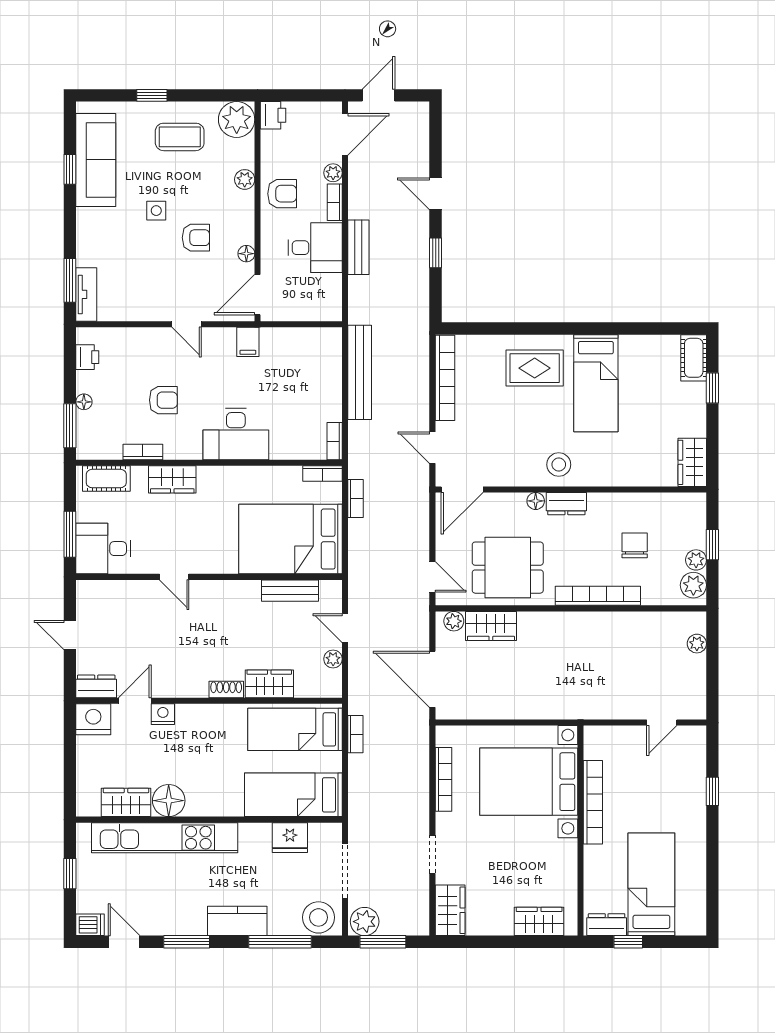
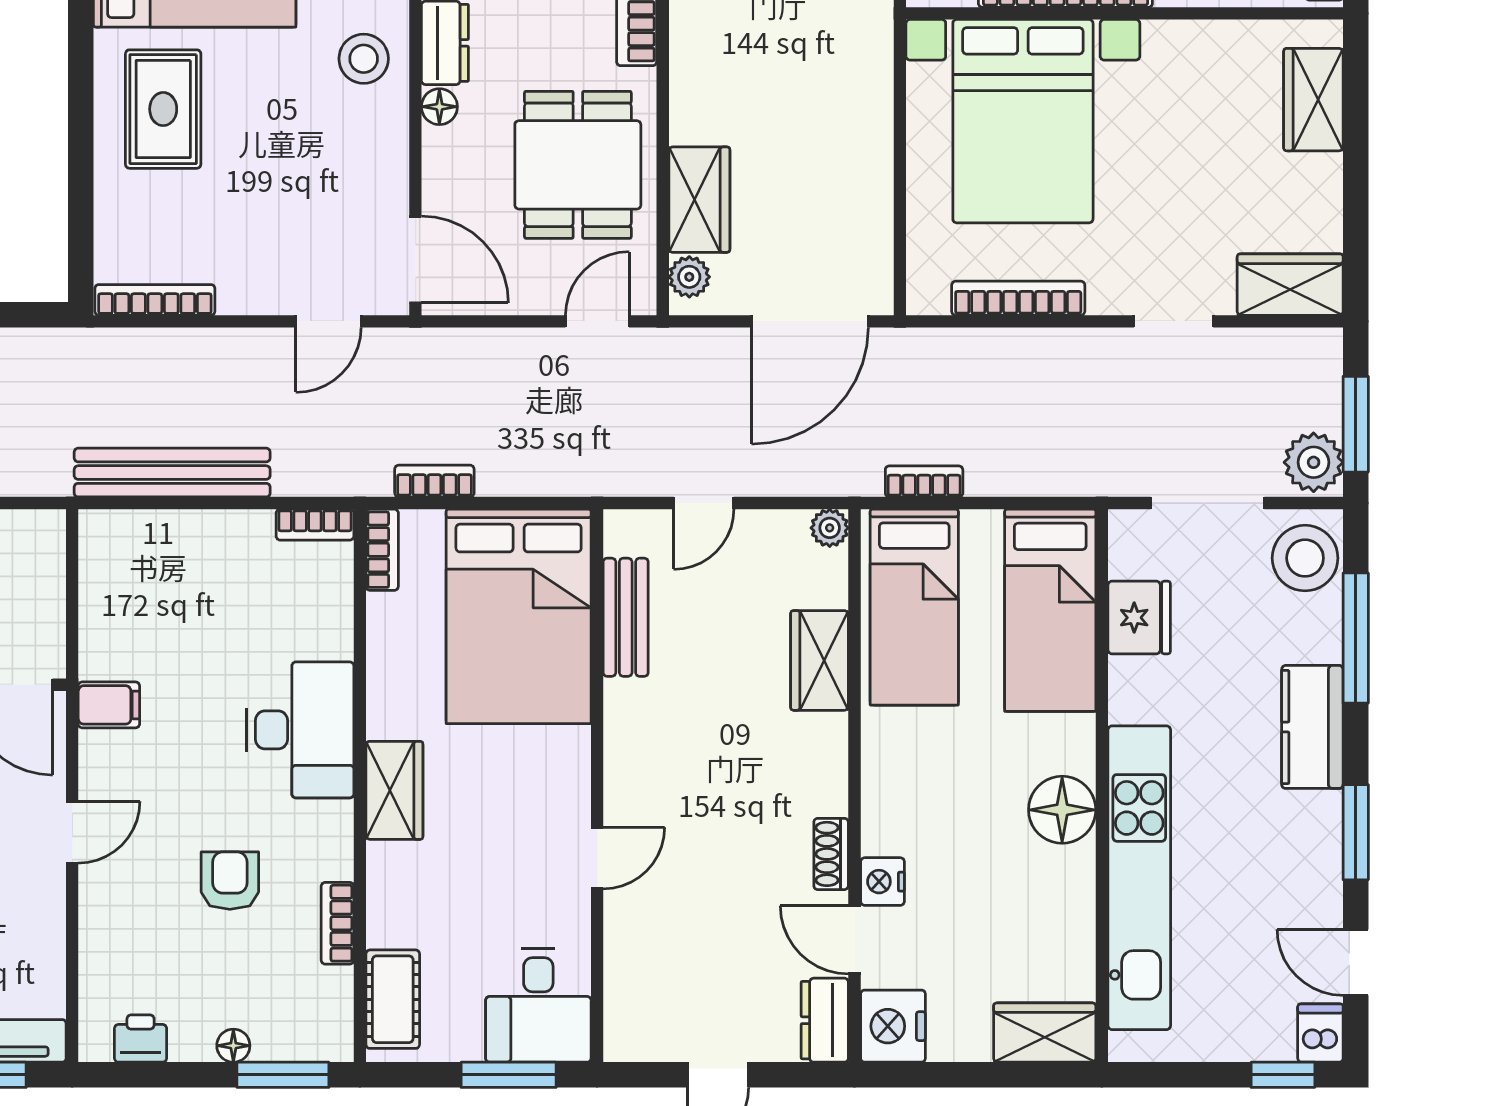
bookcase: (445, 378) -> (155, 300), width x0.68, depth x0.76
wardrobe: (172, 479) -> (394, 790), moved
plant: (333, 659) -> (830, 528), moved
shoe rack: (226, 689) -> (831, 854), moved
floor lamp: (169, 801) -> (1062, 810), moved
wardrobe: (126, 802) -> (1045, 1033), moved, turned 90
window: (70, 874) -> (1283, 1075), moved
door: (124, 942) -> (1356, 962), hinge flipped

